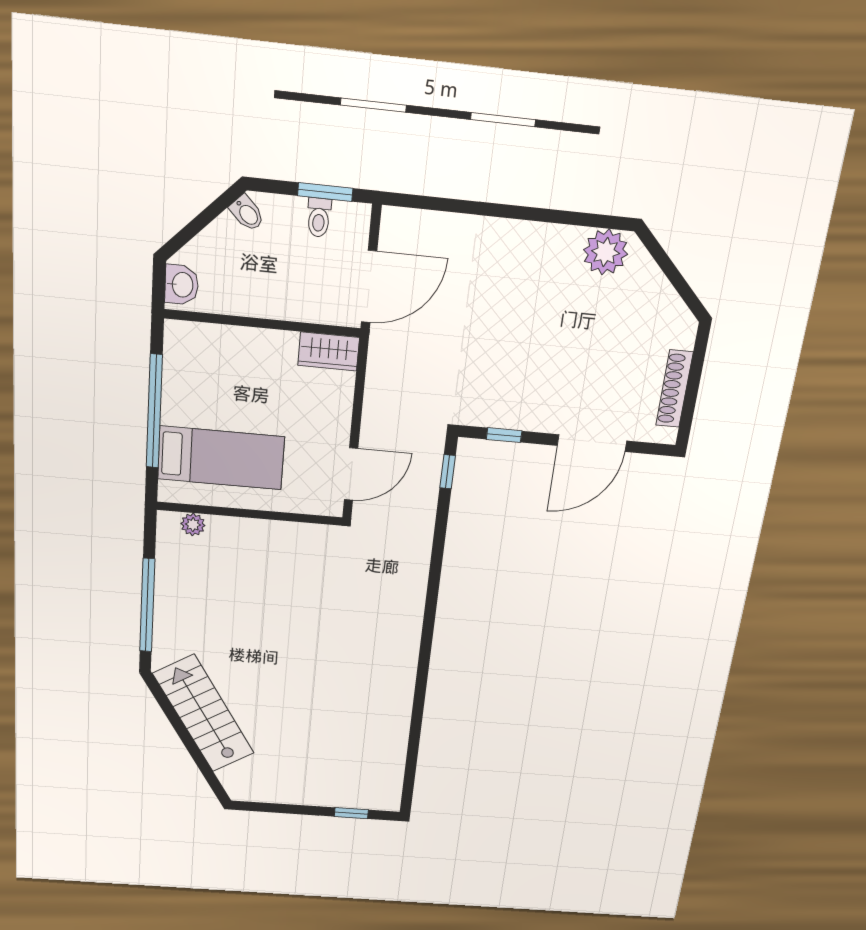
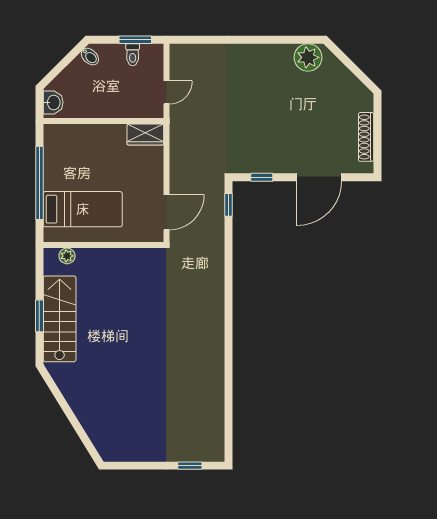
door: (369, 287) -> (166, 92), width x0.53
window: (147, 605) -> (39, 316), width x0.47
stairs: (204, 714) -> (60, 319), moved, turned 32

